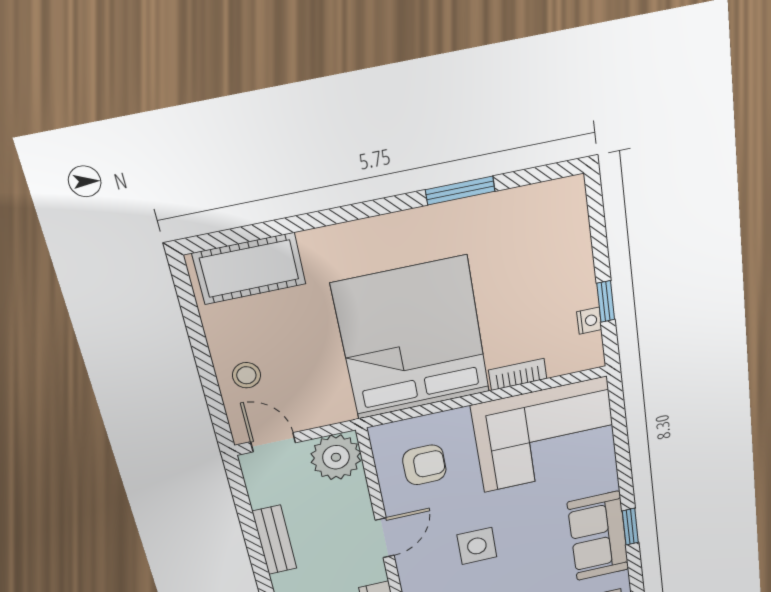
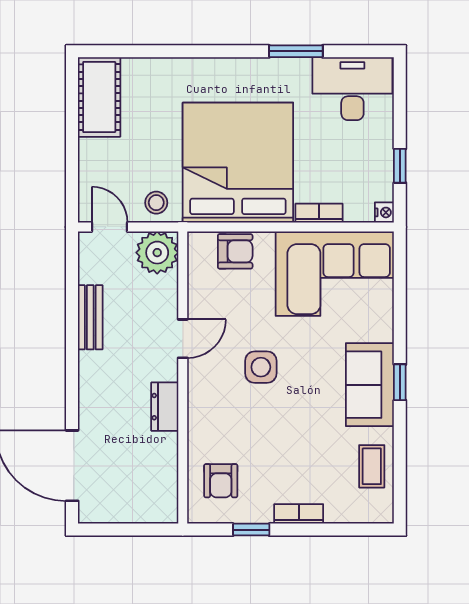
desk: (538, 222) -> (352, 89), added
cot: (249, 269) -> (99, 97), moved, turned 90
nightstand: (589, 321) -> (384, 212), moved
stool: (246, 375) -> (156, 203), moved
armchair: (424, 465) -> (235, 251), moved

